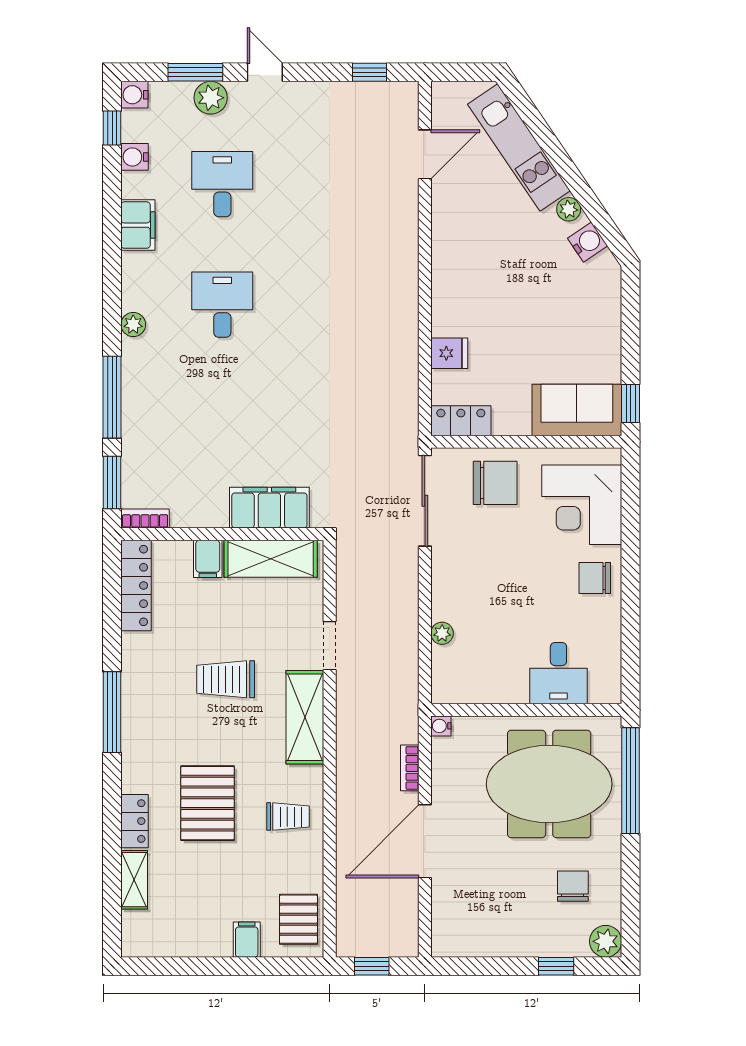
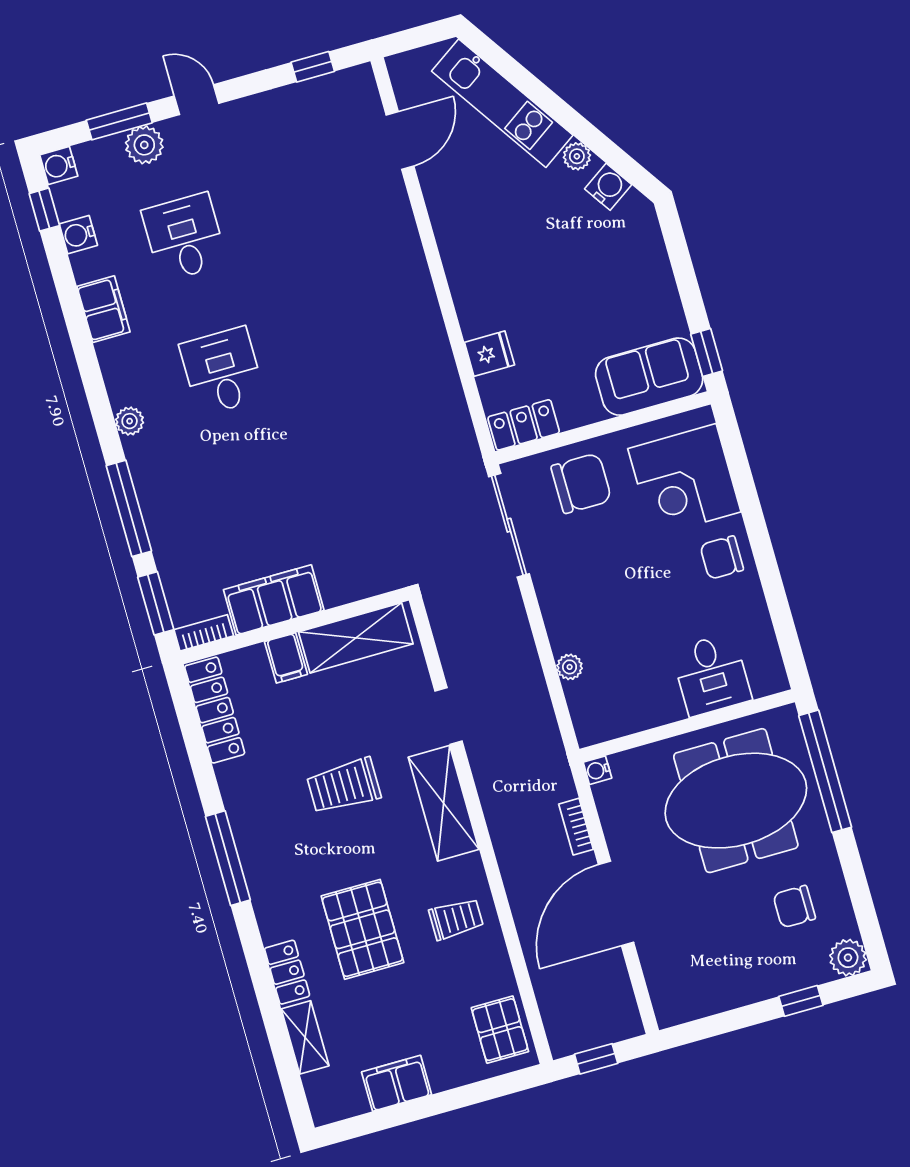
filing cabinet: (269, 508) -> (274, 600), moved
chair: (573, 886) -> (794, 907), turned -90
filing cabinet: (247, 940) -> (397, 1083), moved, width x2.00

